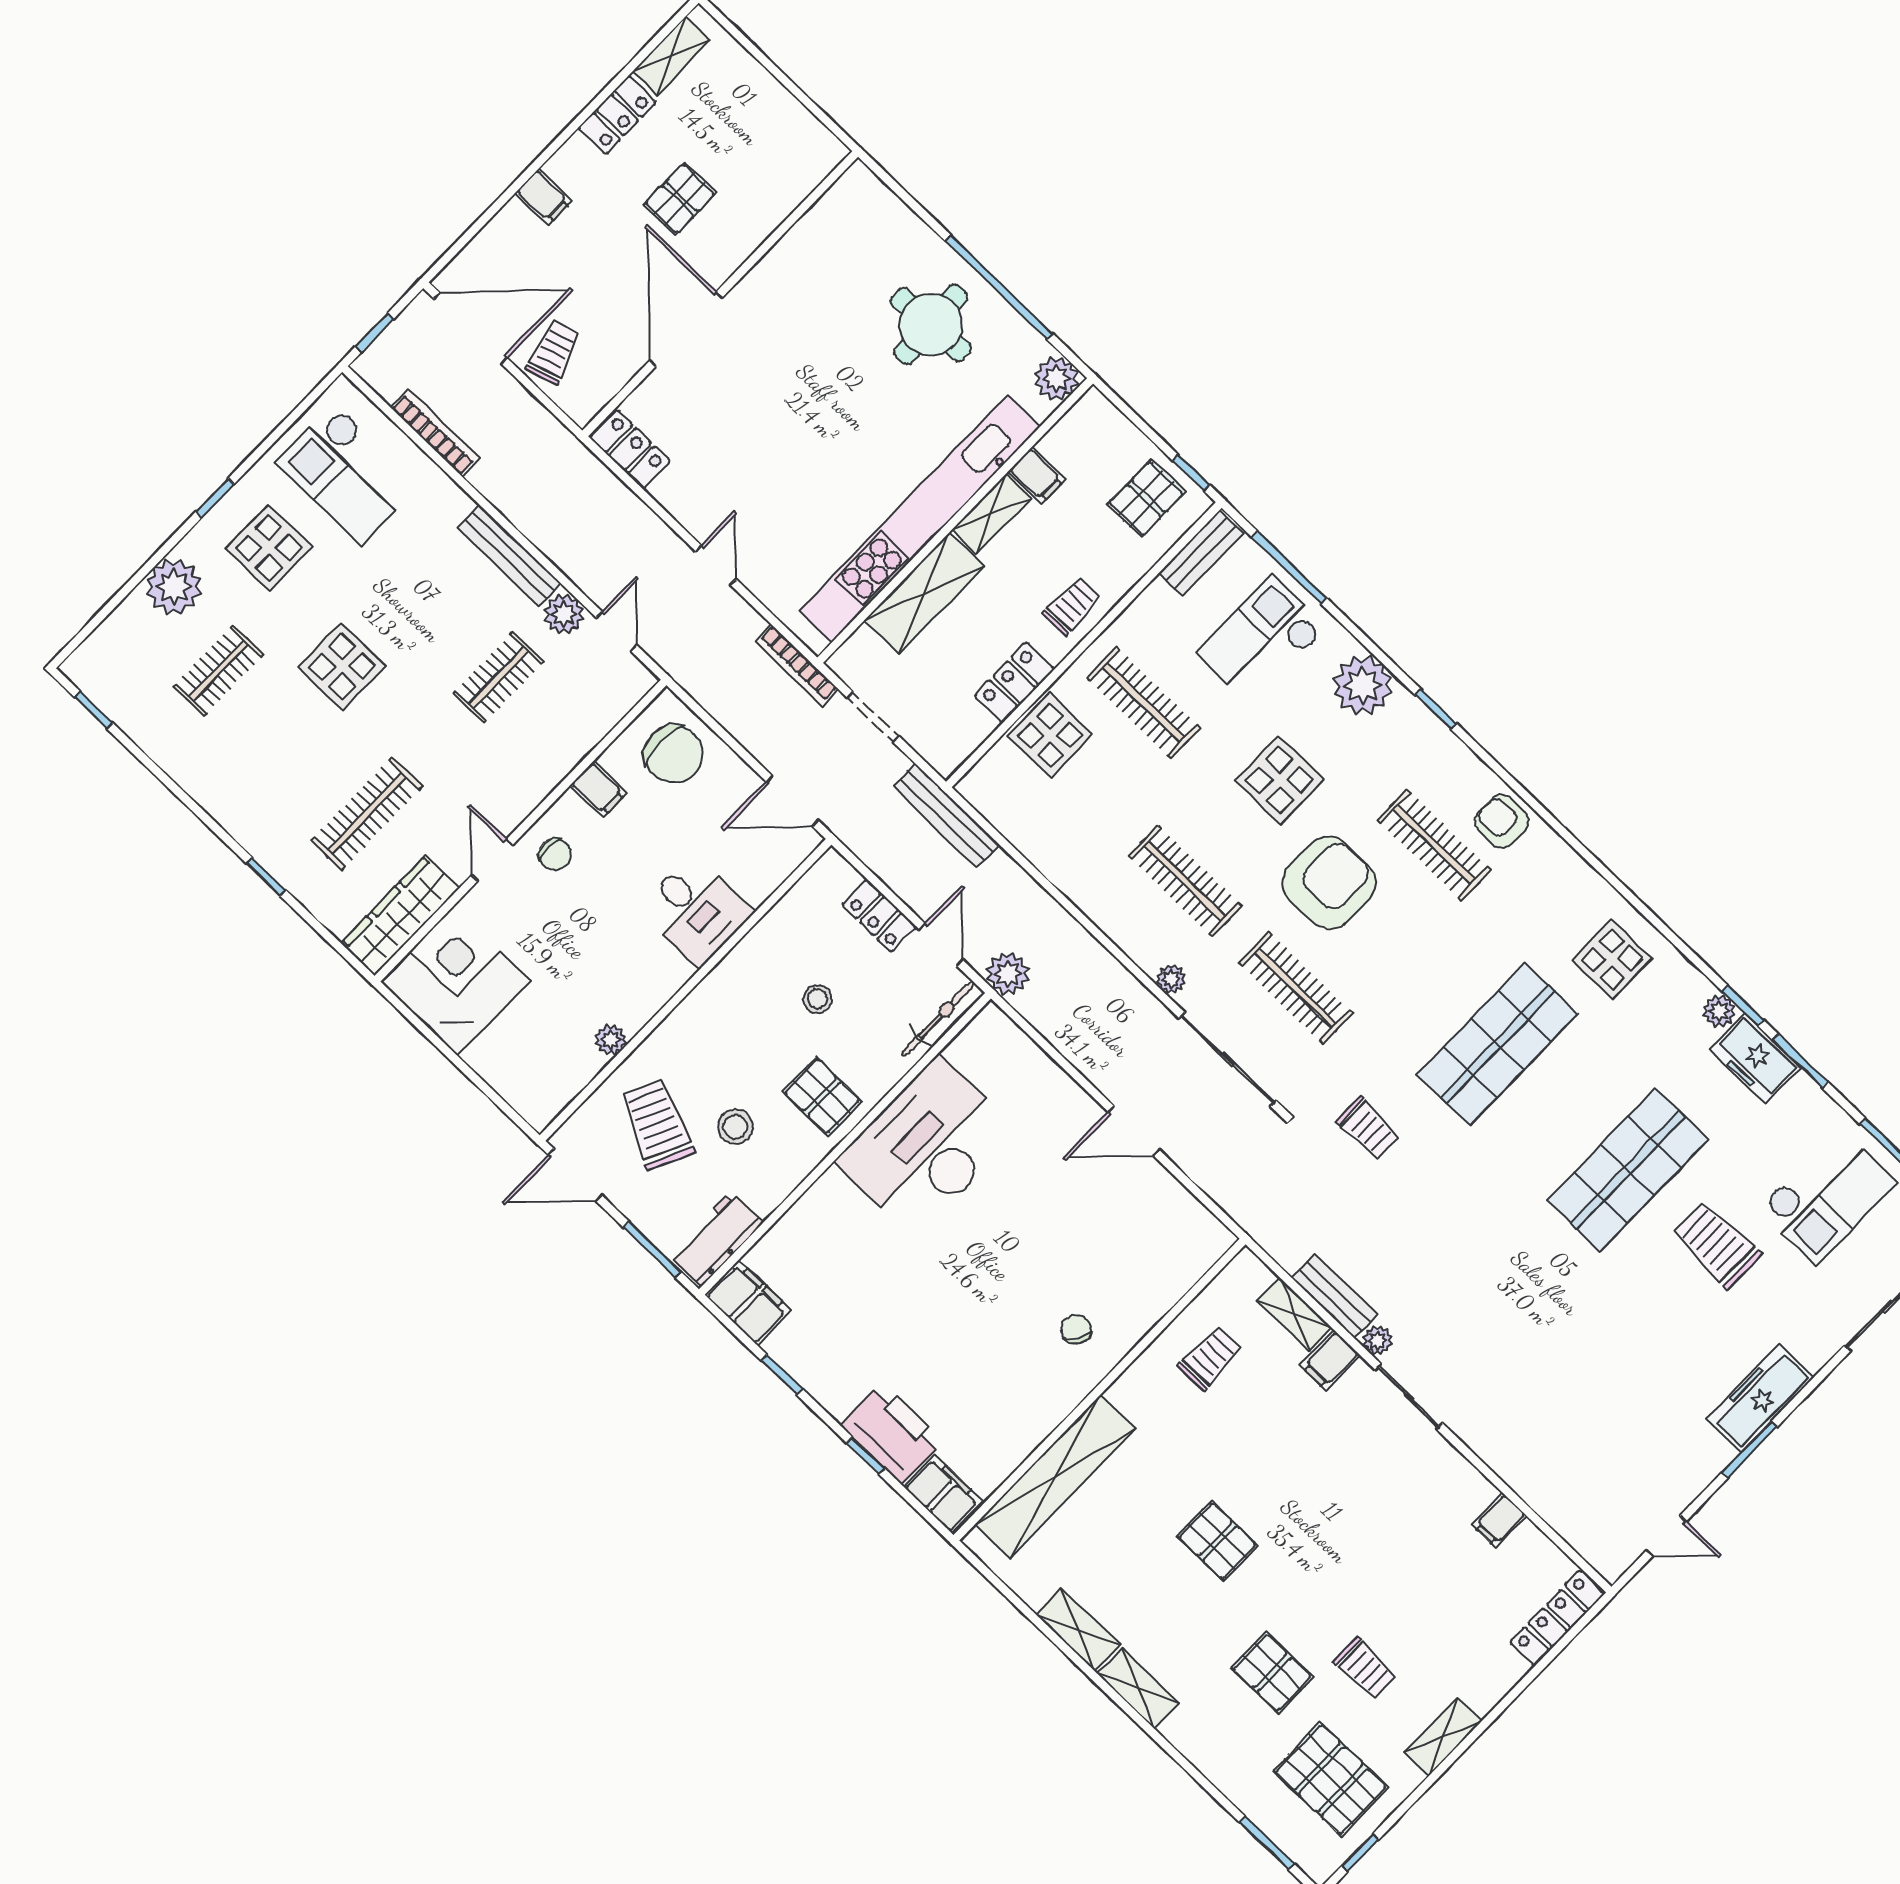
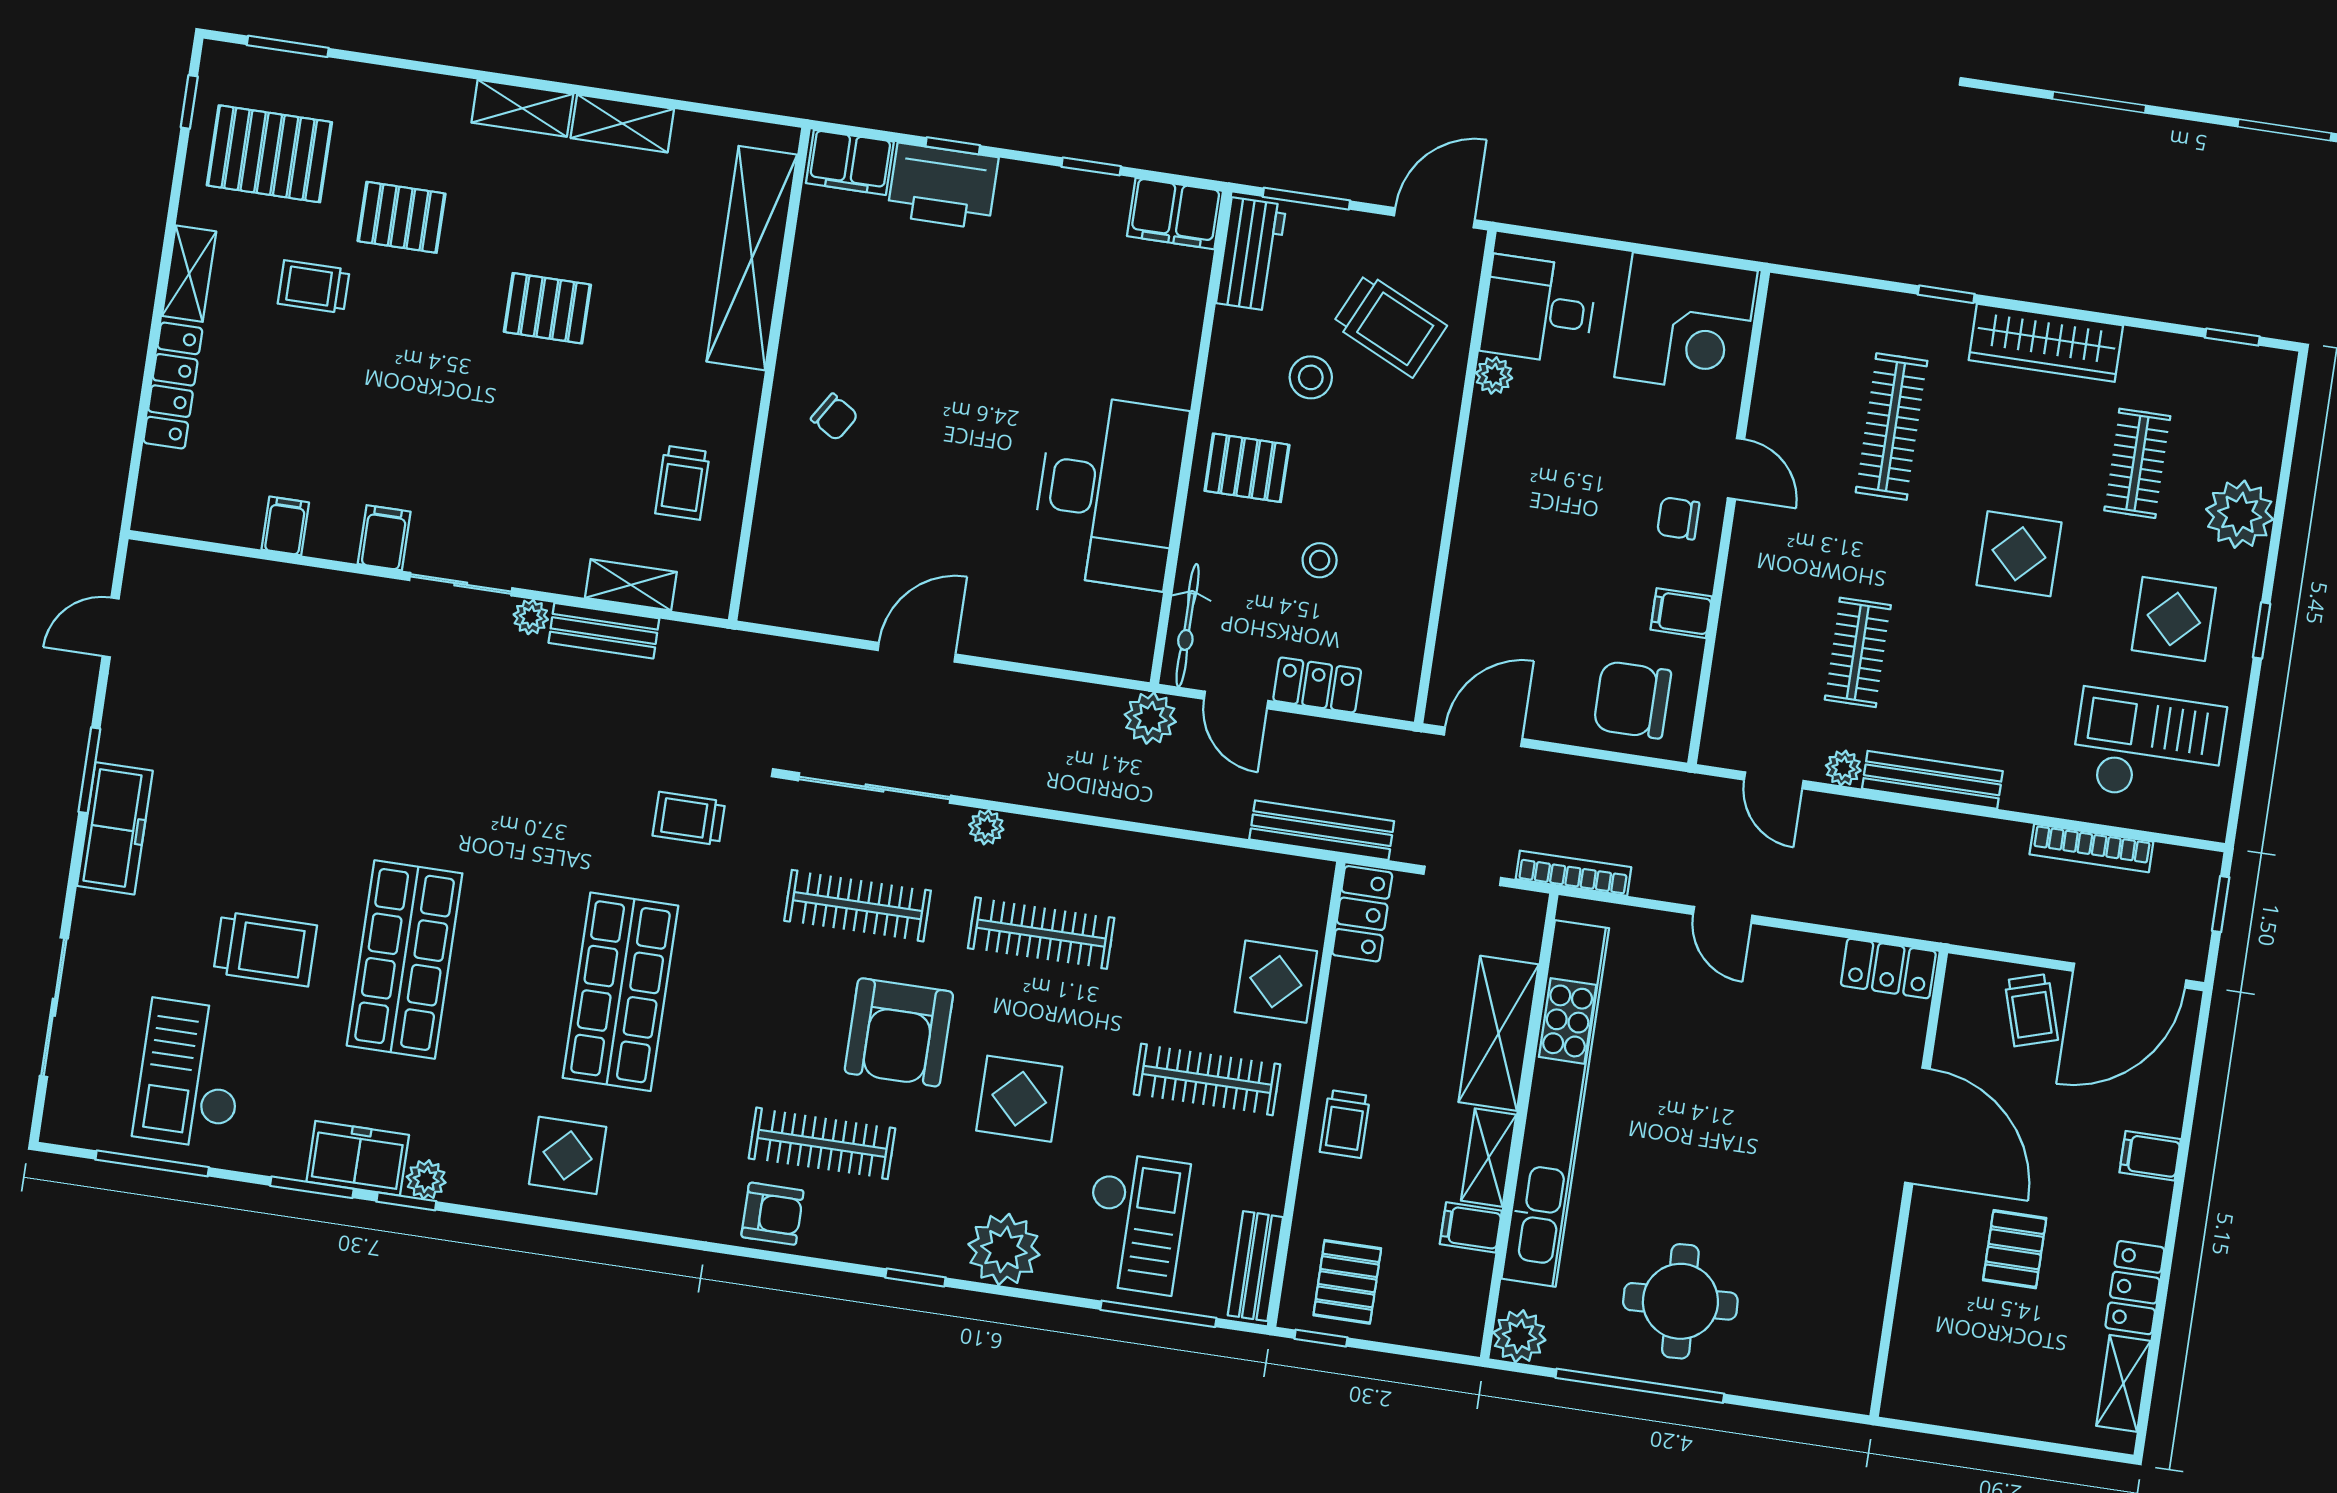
plant: (564, 614) -> (1843, 768), width x0.73, depth x0.73
locker: (1014, 682) -> (1362, 914), moved
desk: (696, 910) -> (1539, 310), moved
wardrobe: (400, 916) -> (2046, 343), moved, turned 90
filing cabinet: (1330, 1360) -> (384, 538), moved
locker: (1557, 1618) -> (173, 385), moved

